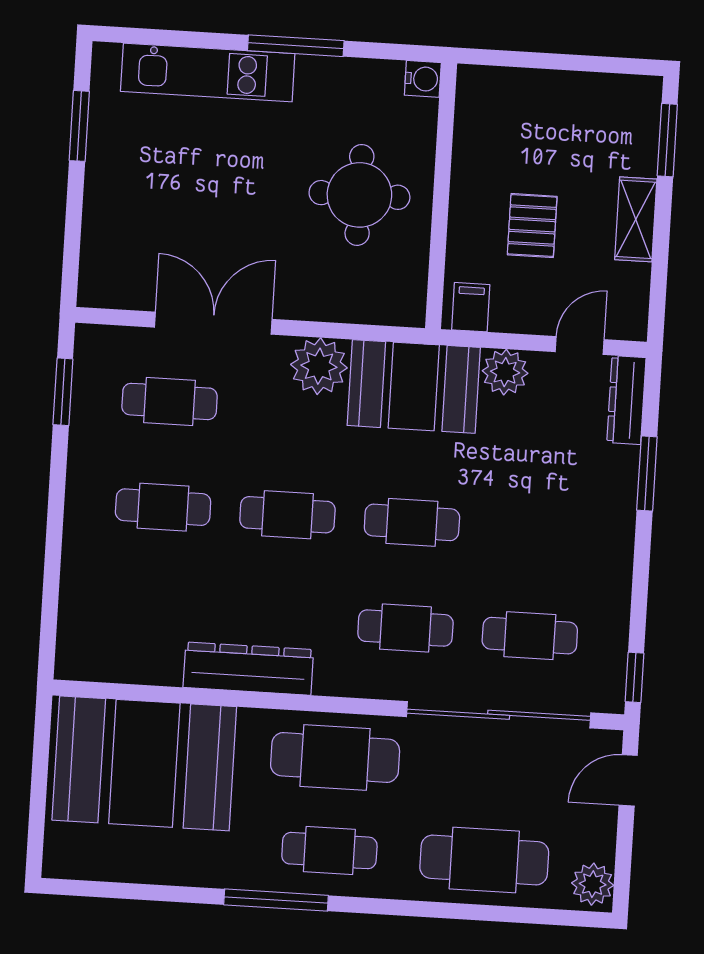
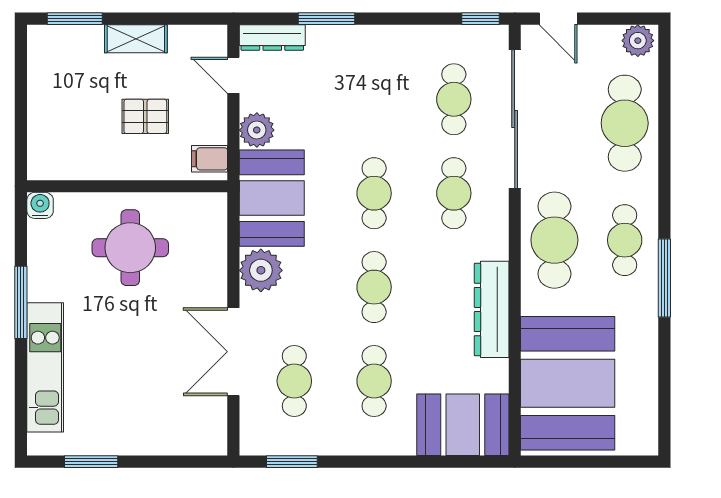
booth: (98, 621) -> (463, 425), added

